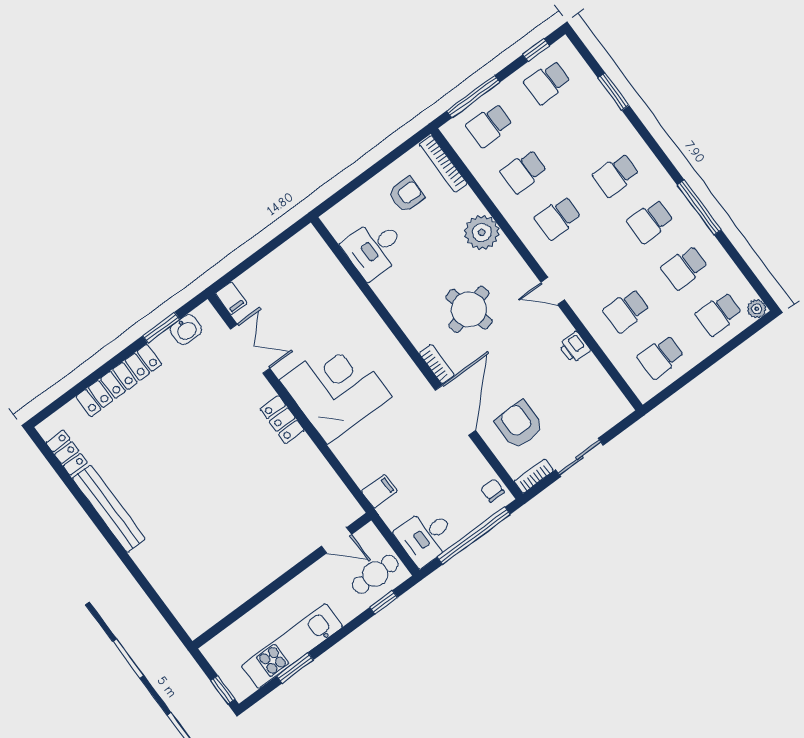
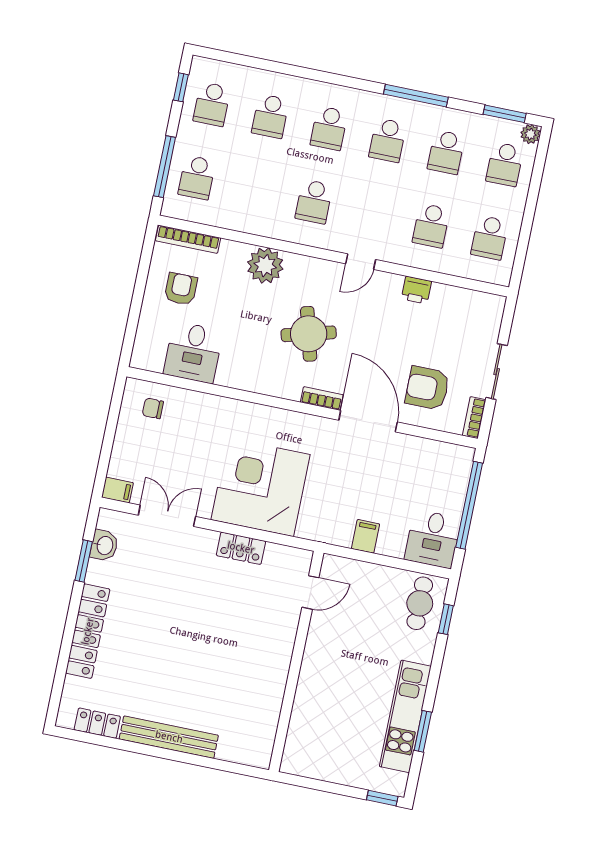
window: (614, 92) -> (505, 114), moved
school desk: (524, 172) -> (270, 116), moved
chair: (493, 490) -> (153, 408), moved
door: (336, 540) -> (310, 592), moved
wall: (282, 581) -> (296, 661), moved

